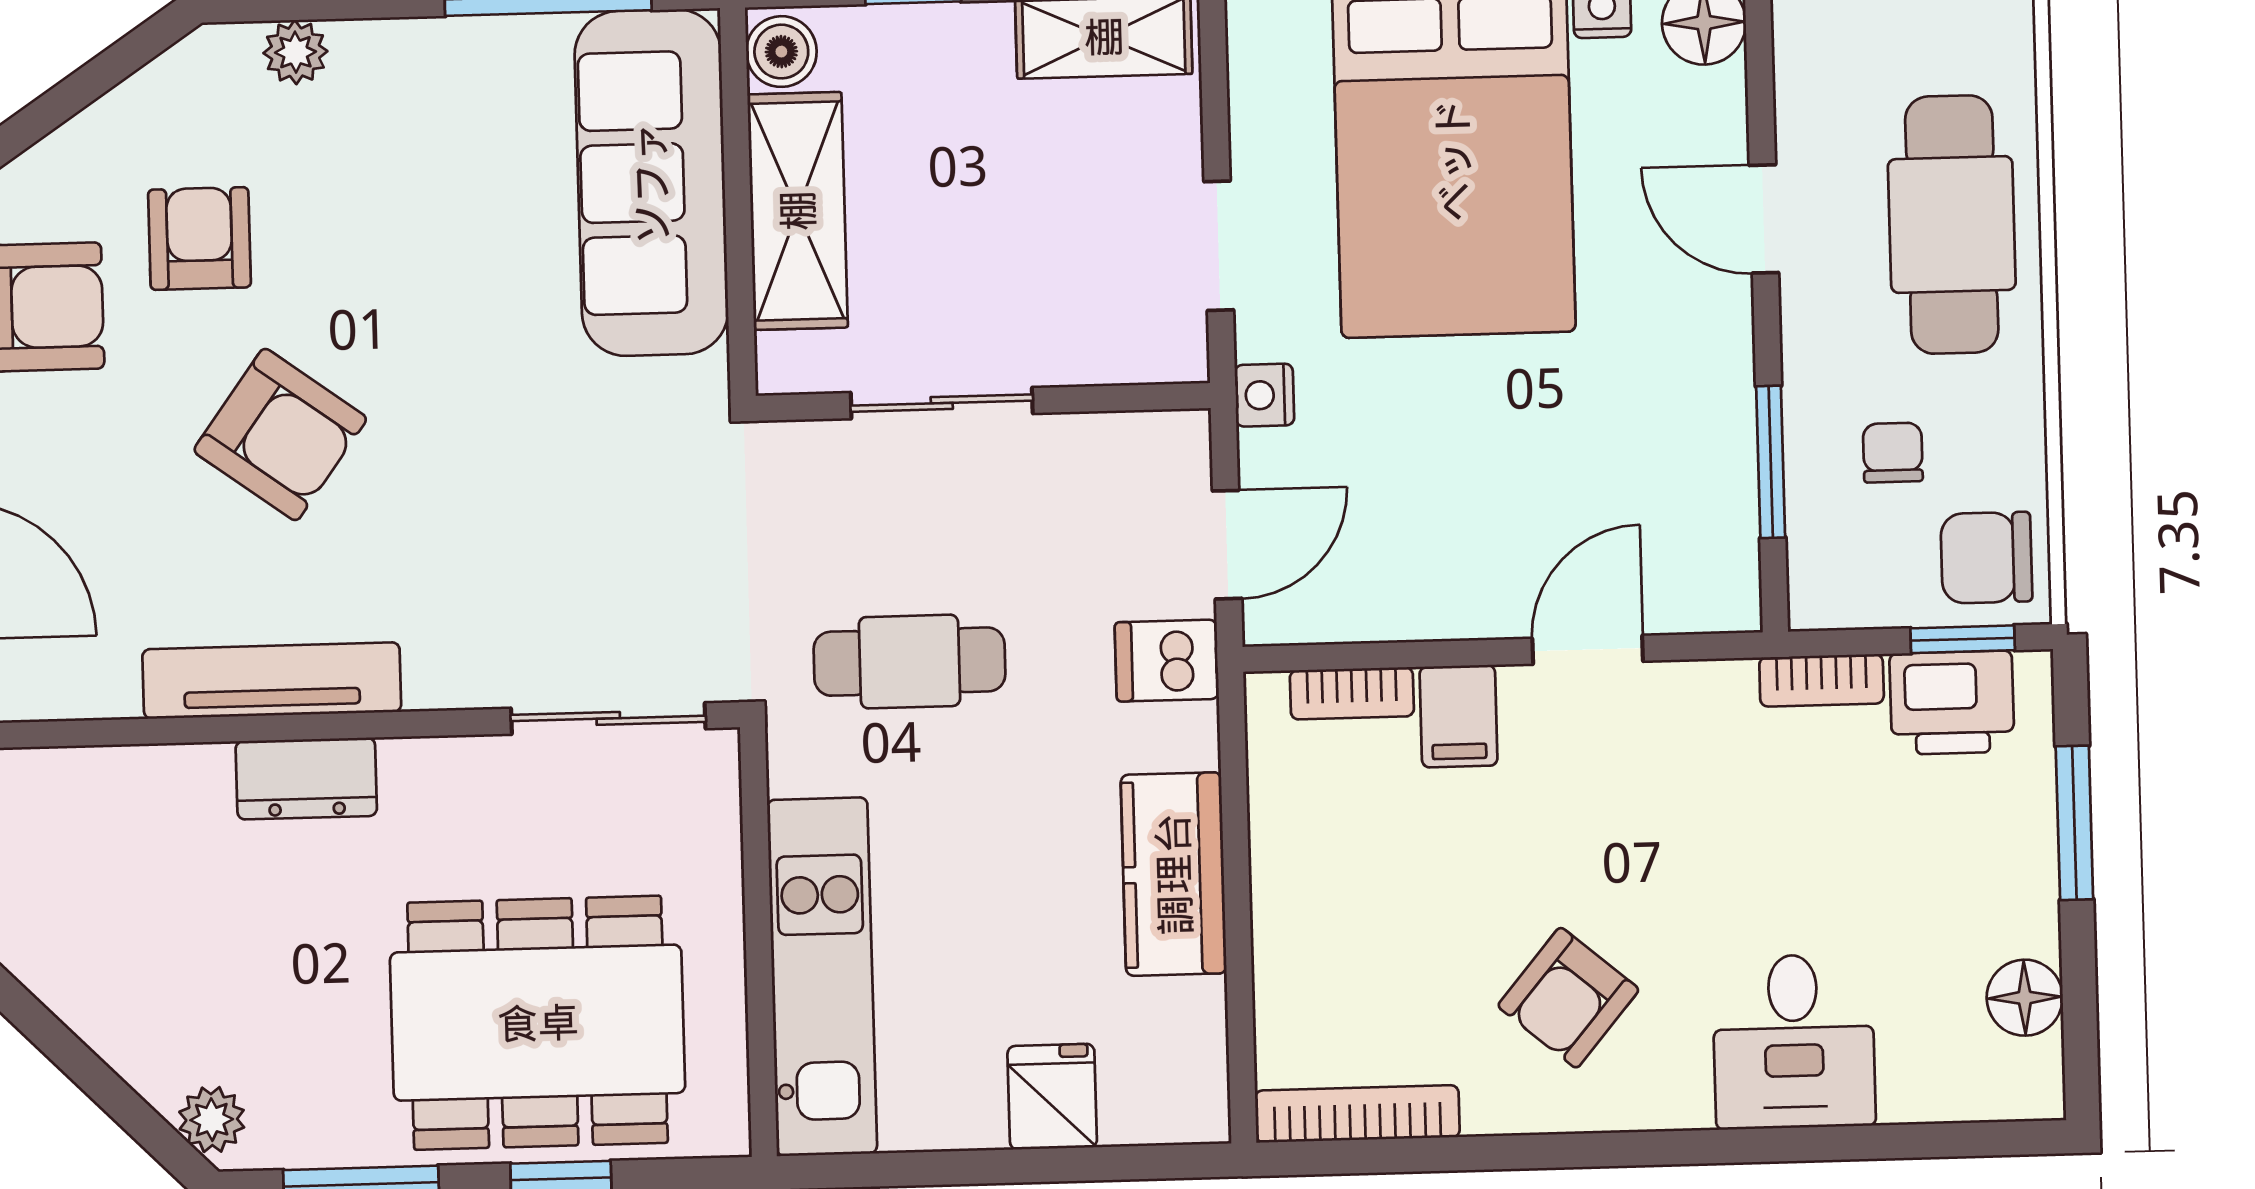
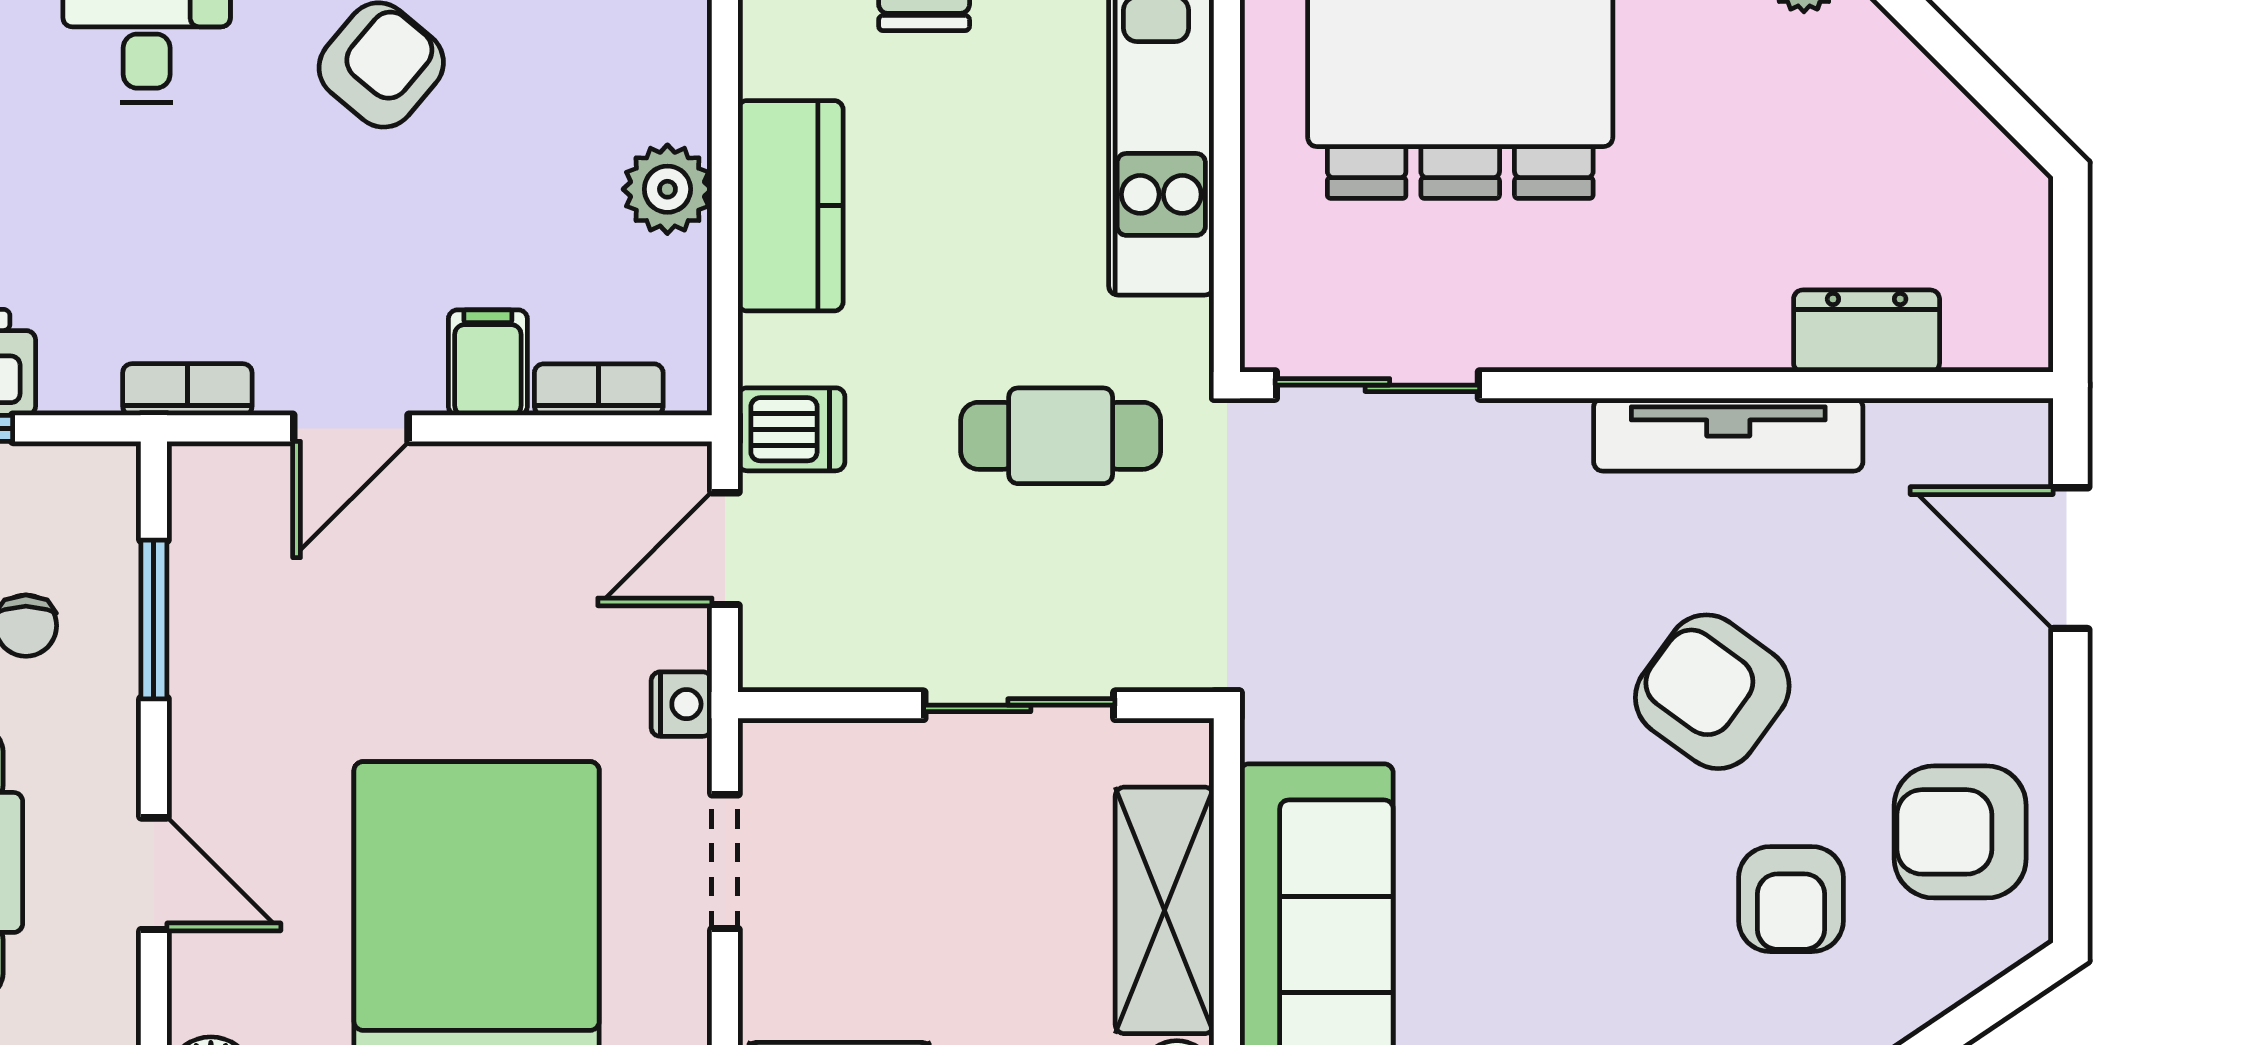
bookcase: (1822, 680) -> (187, 390), moved
dresser: (306, 779) -> (1867, 331), moved
plant: (1292, 887) -> (667, 189), added

